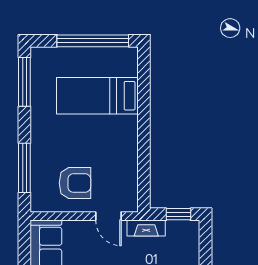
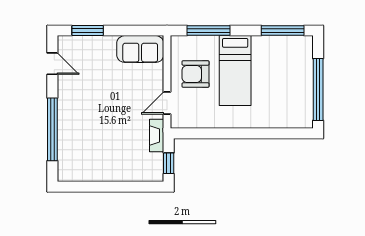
bed: (97, 96) -> (235, 71), moved, turned 180
armchair: (75, 183) -> (196, 74), turned 90

